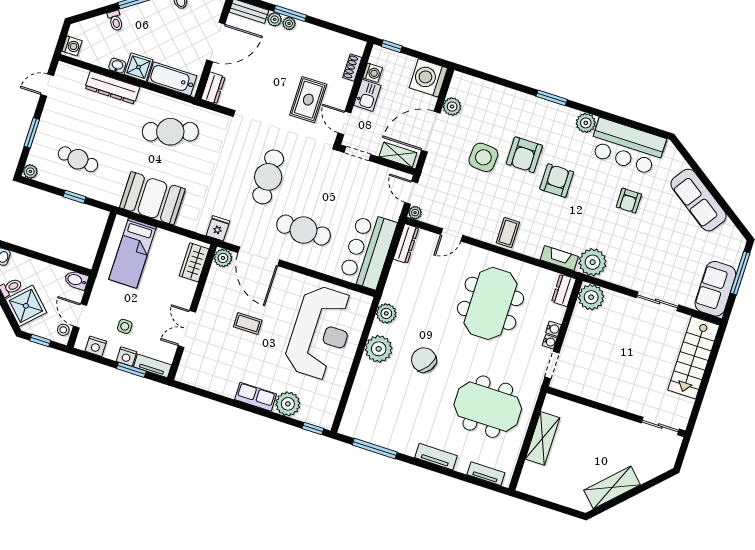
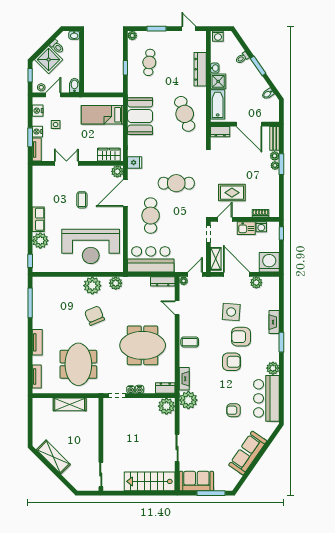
fireplace: (519, 99) -> (274, 322), added
chair: (424, 360) -> (94, 316), turned -58

